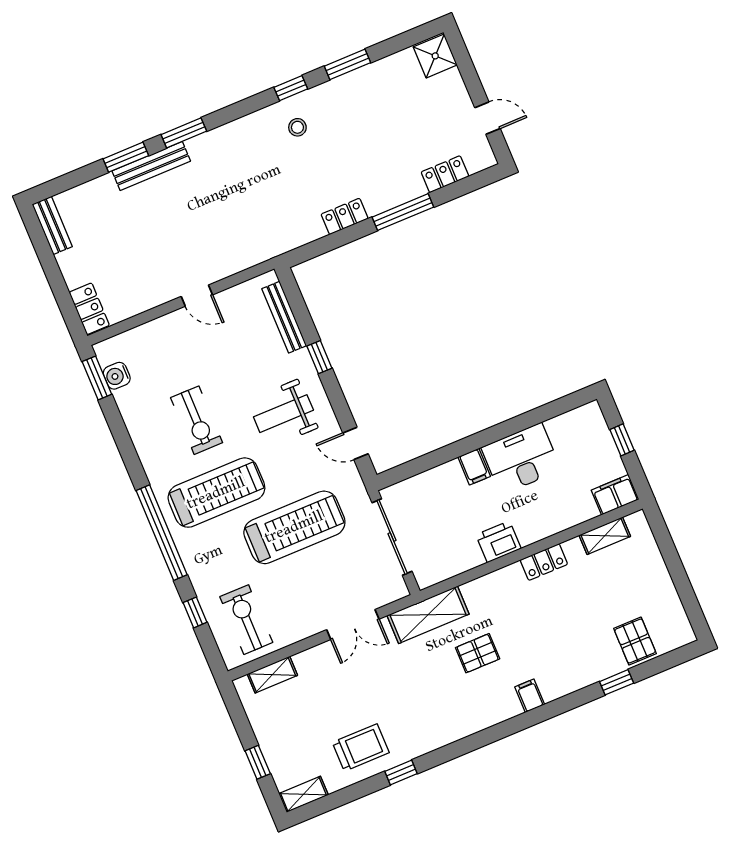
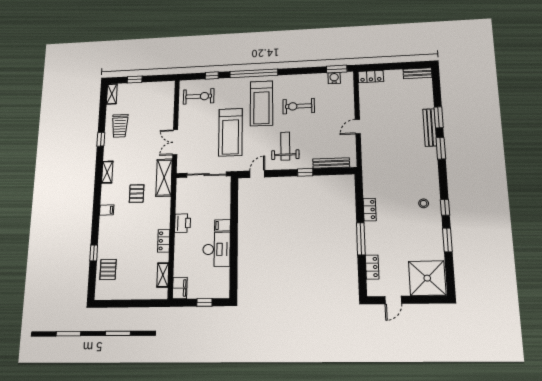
shower: (435, 56) -> (427, 278), width x1.86, depth x1.86
pallet: (635, 641) -> (108, 269), turned 90
shelving: (272, 675) -> (107, 172), moved

